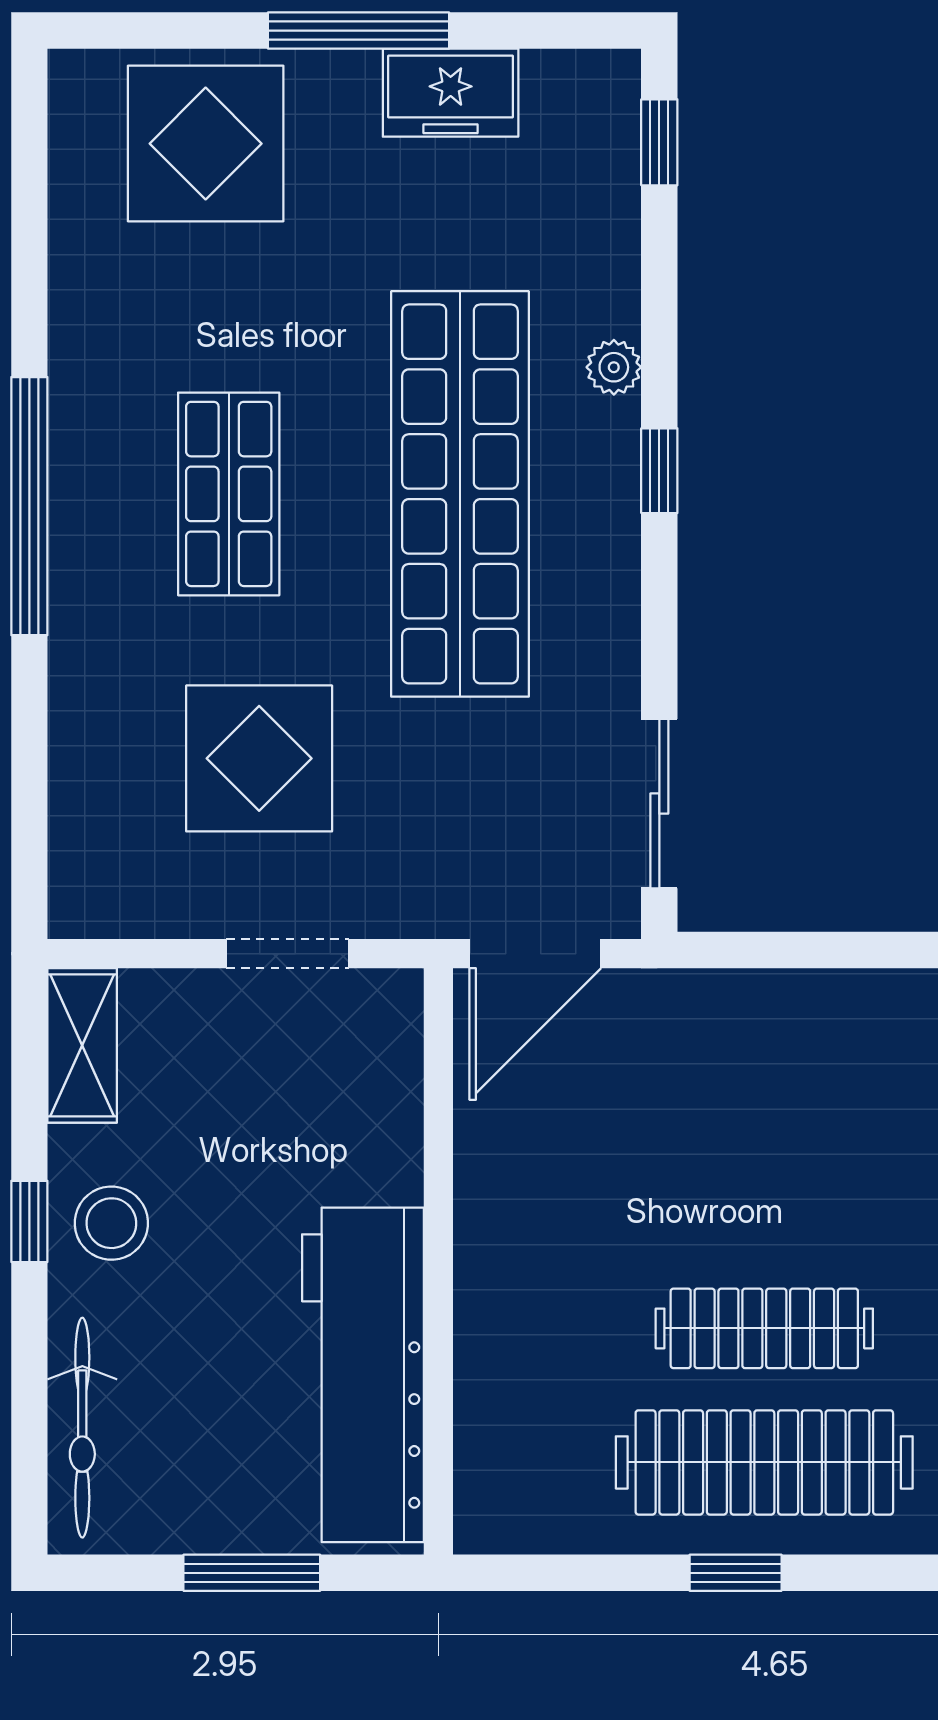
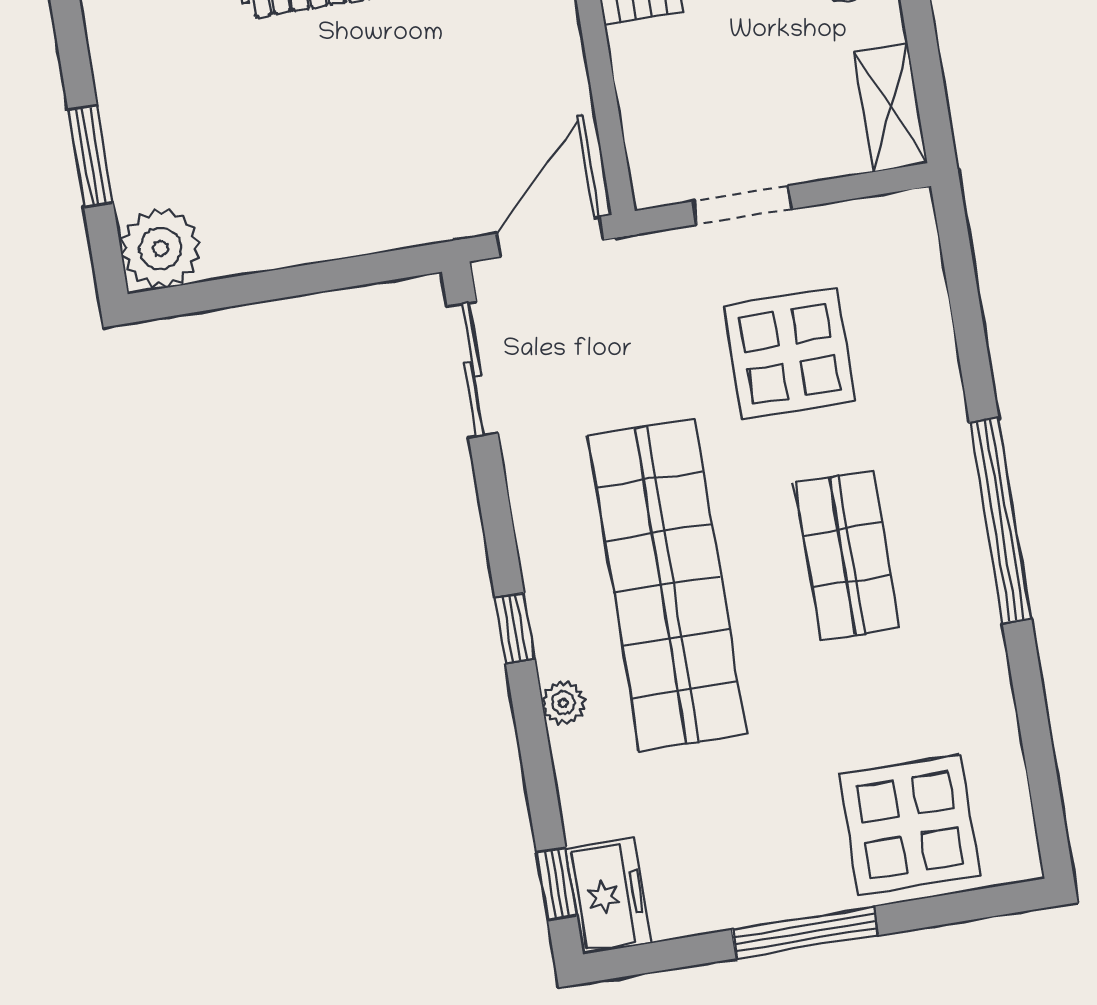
freezer: (451, 93) -> (608, 896), moved, turned 90

